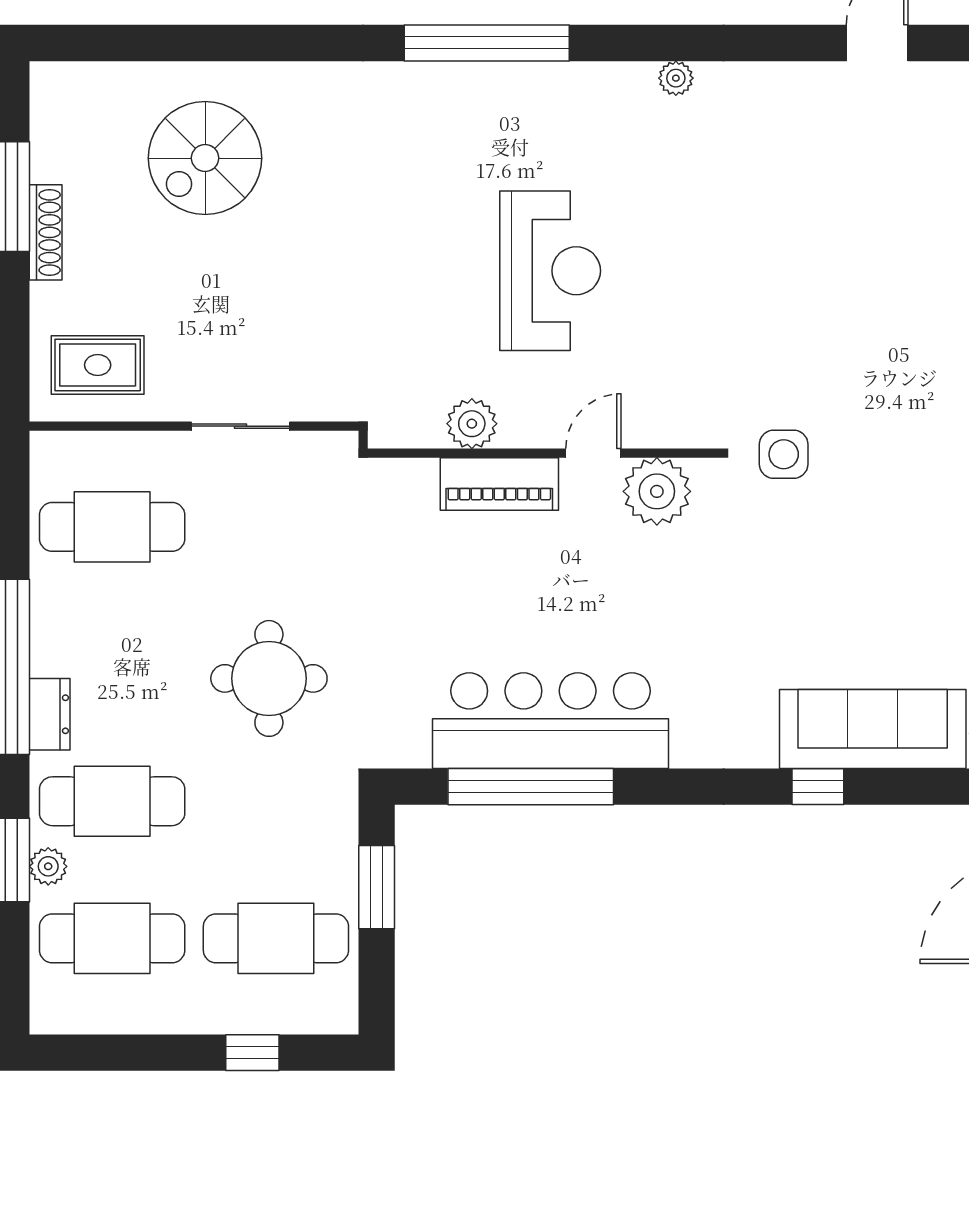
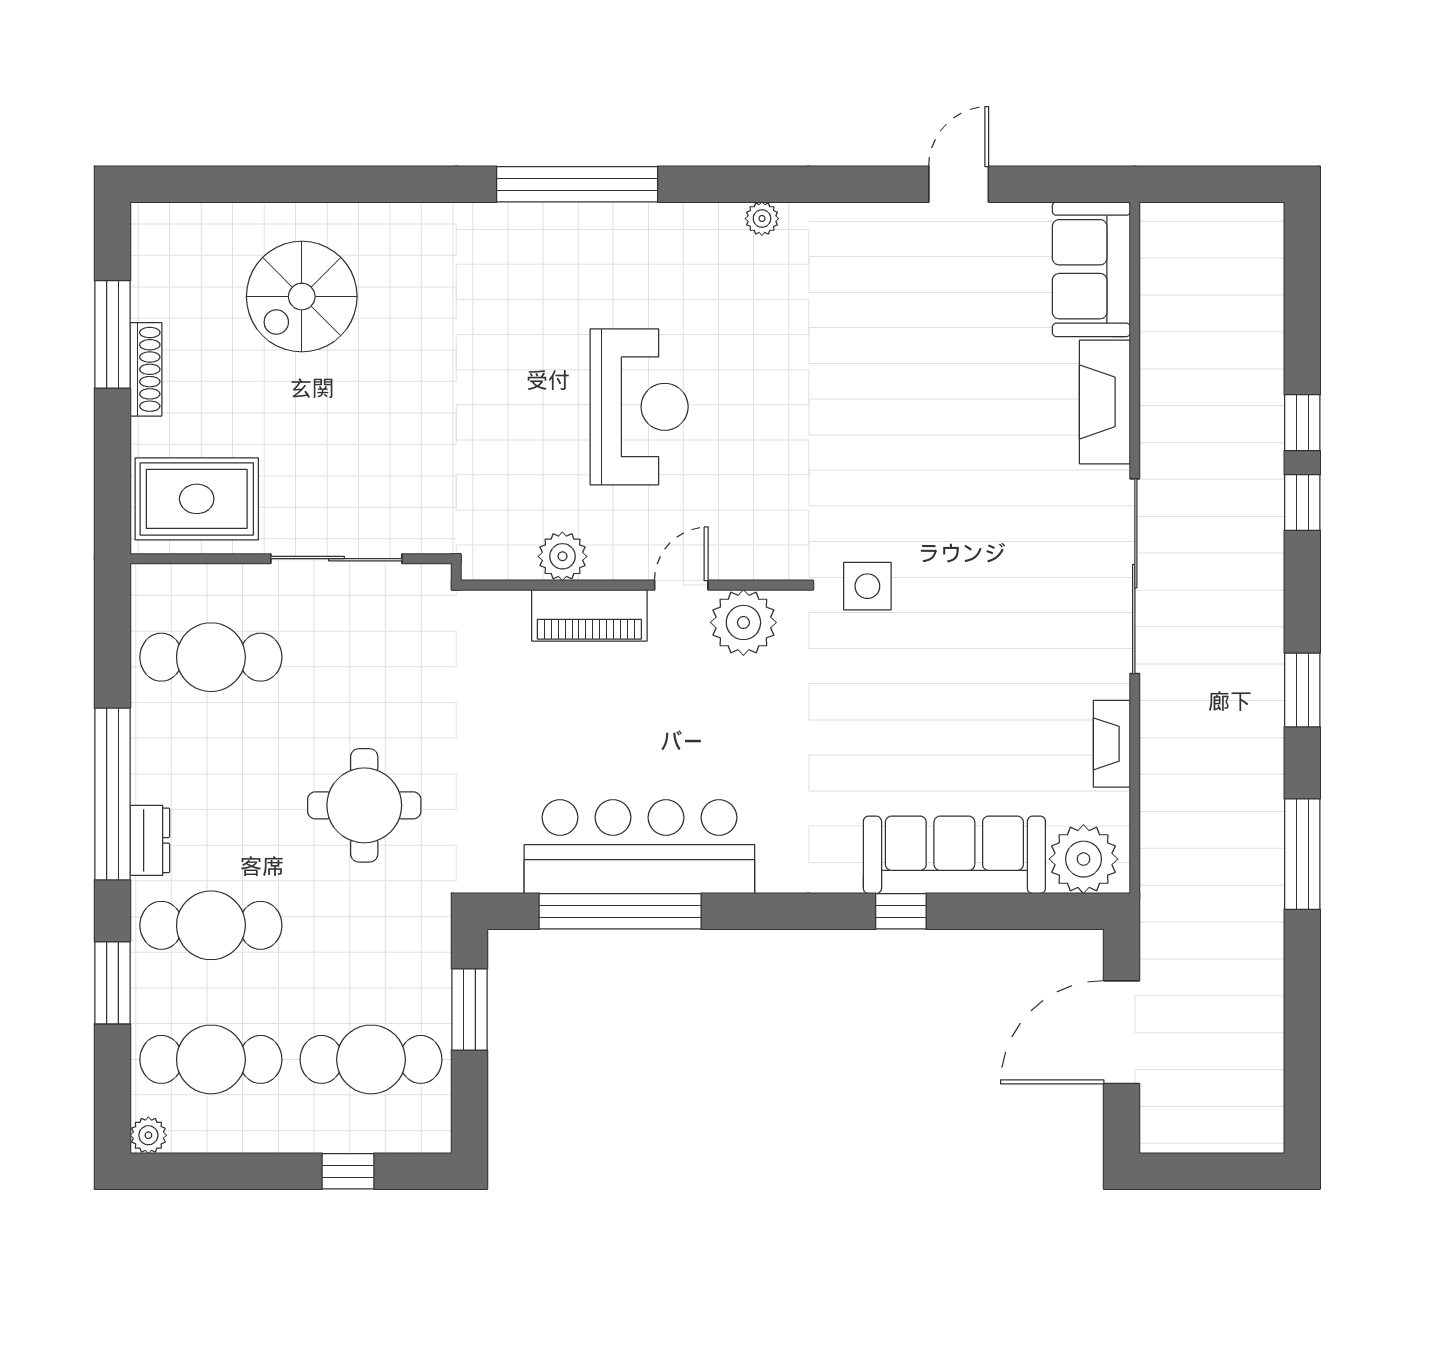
rug: (98, 365) -> (197, 499), width x1.36, depth x1.43
sliding door: (240, 426) -> (336, 559), width x1.37
plant: (48, 866) -> (148, 1135), moved

